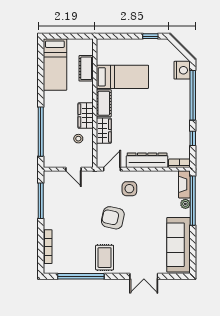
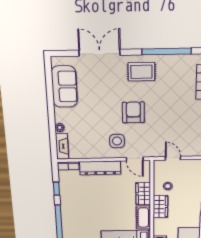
door: (112, 169) -> (135, 159), hinge flipped
window: (193, 201) -> (52, 131), removed
armchair: (113, 218) -> (133, 112), turned -102
sofa: (179, 245) -> (64, 87), width x0.73
rug: (105, 258) -> (141, 72), turned 90
double door: (144, 276) -> (100, 53), width x1.37

